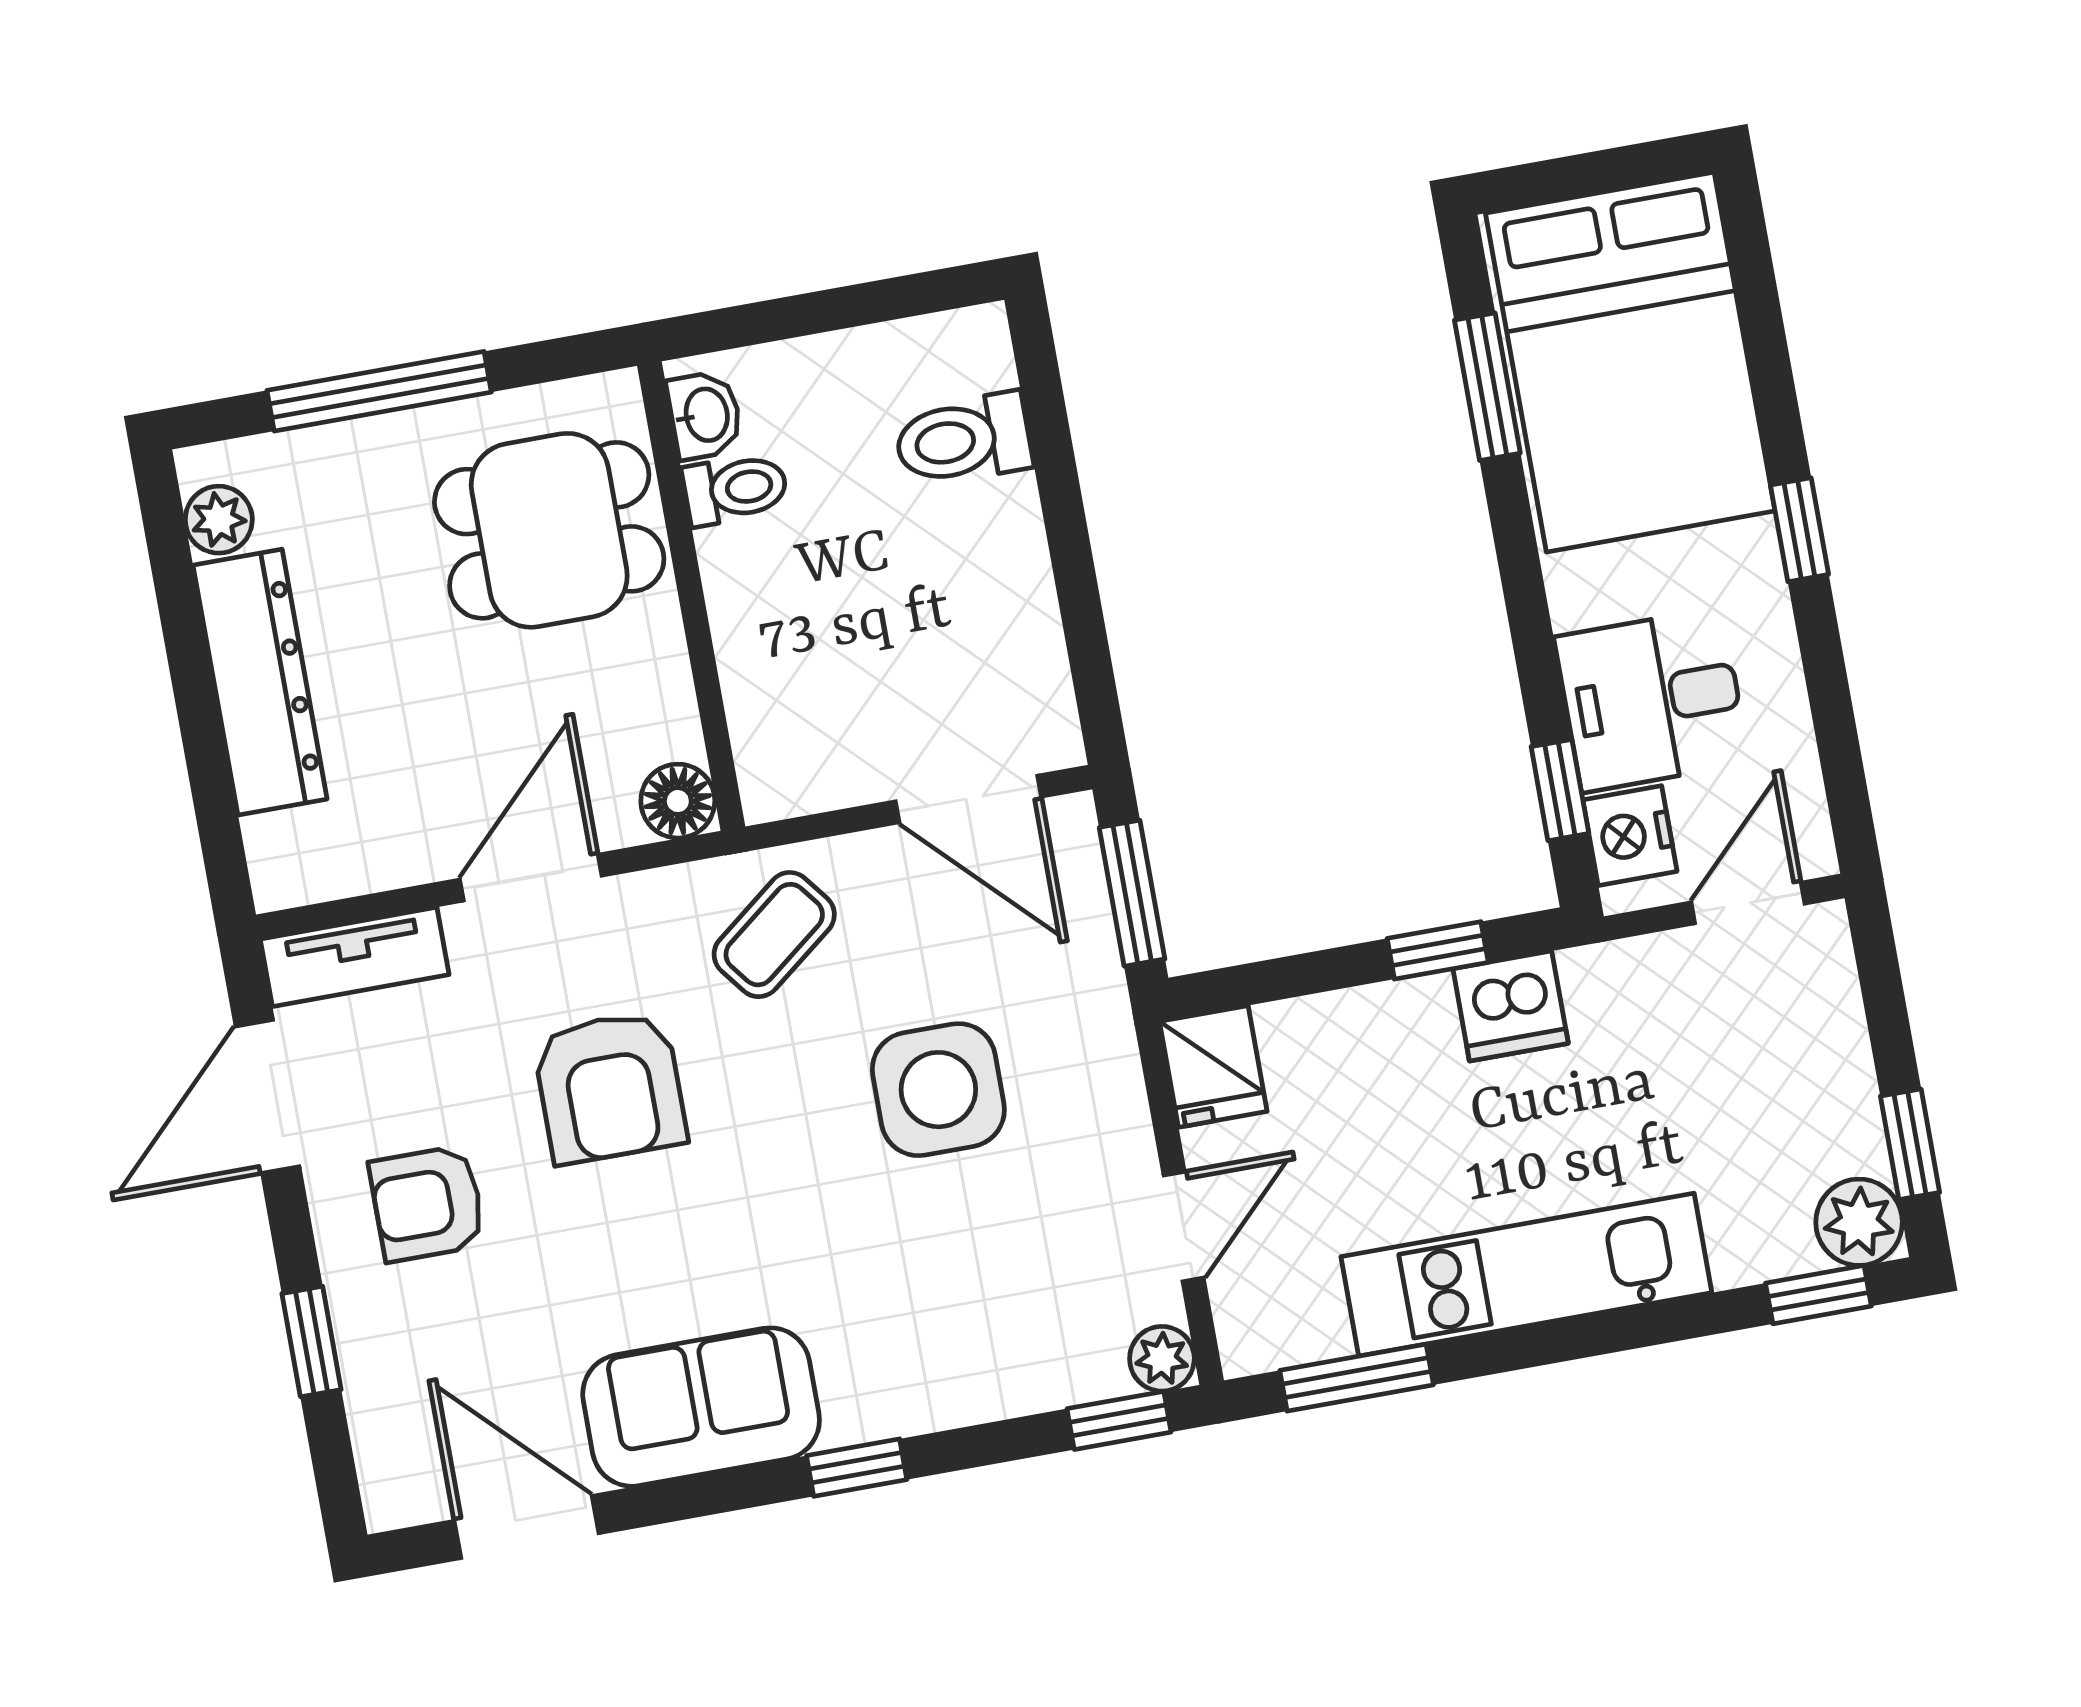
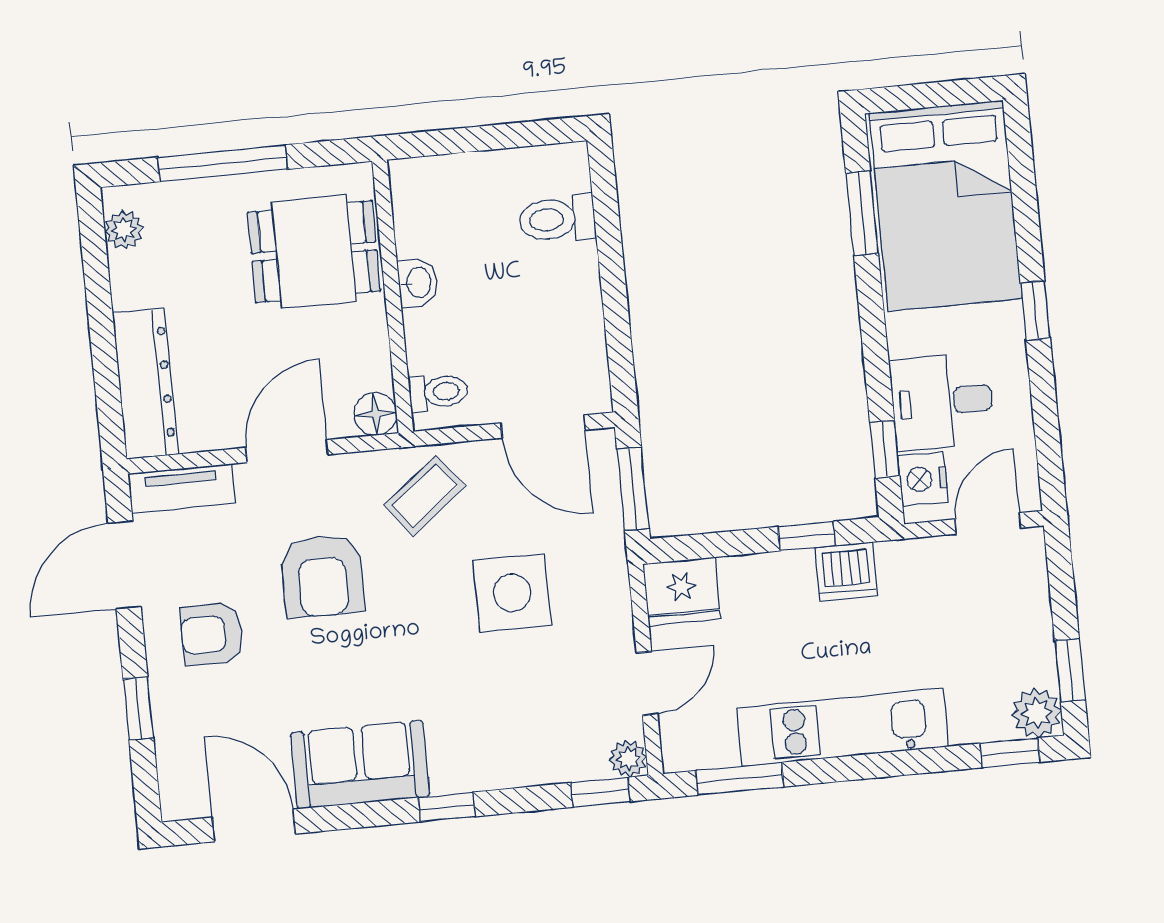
washbasin: (705, 415) -> (418, 283), moved
toilet: (735, 489) -> (438, 392), moved
dresser: (260, 682) -> (145, 384), moved
fridge: (1213, 1066) -> (682, 591), width x1.38

